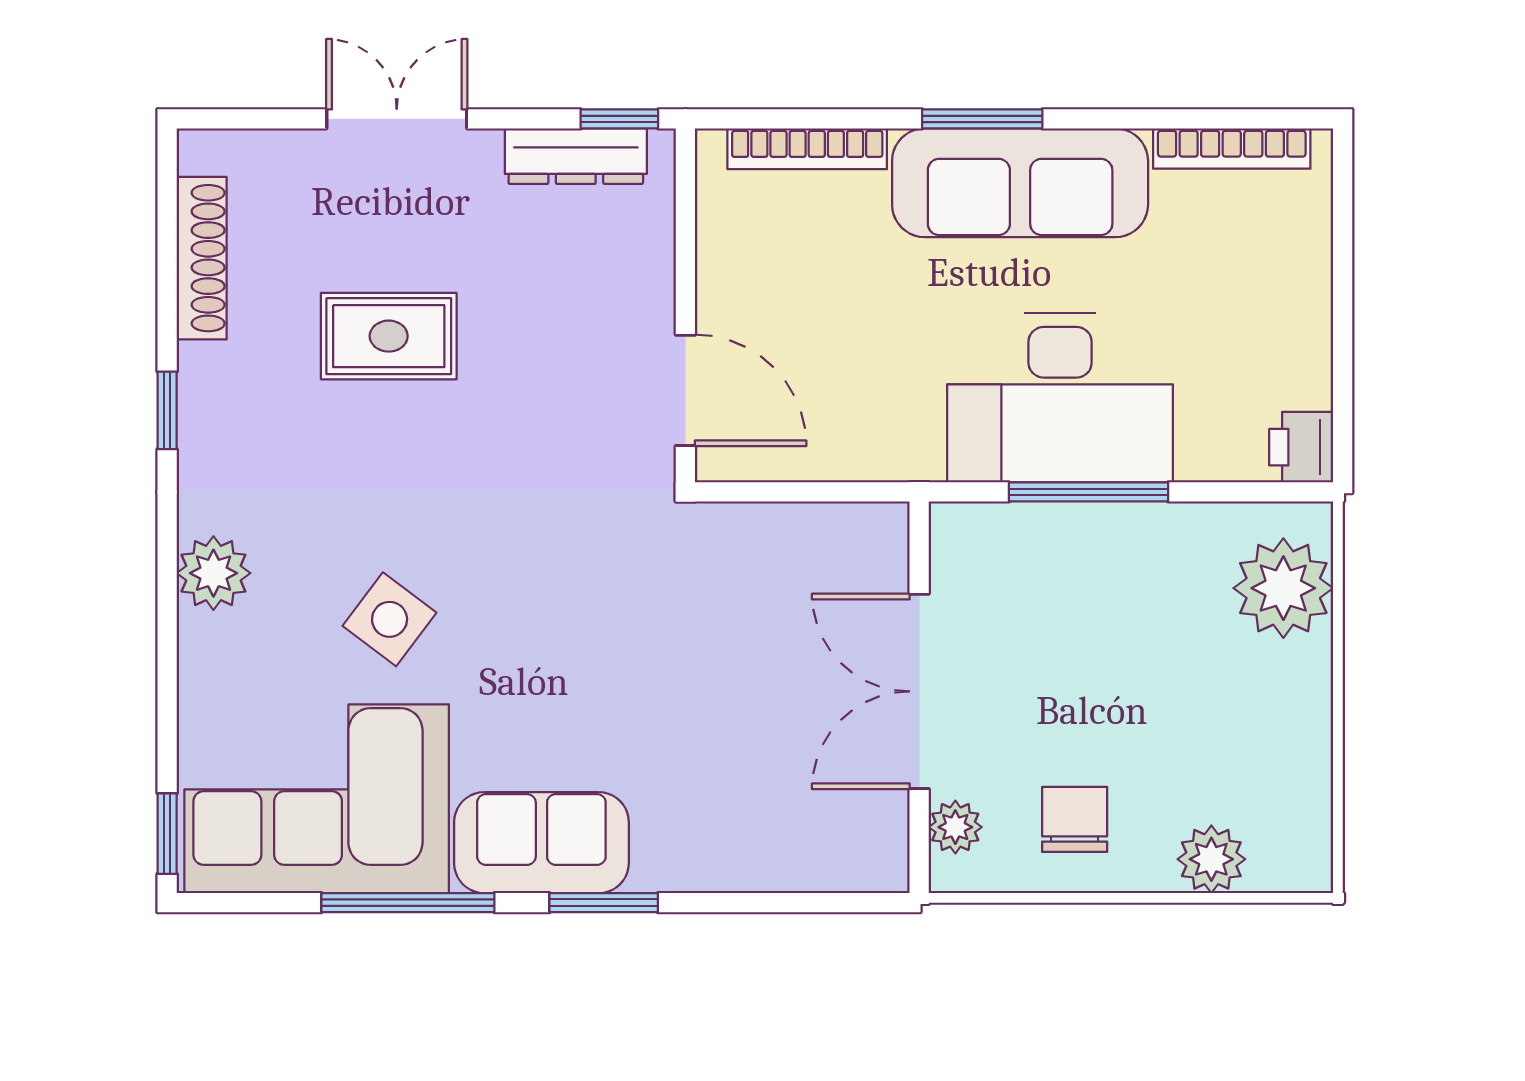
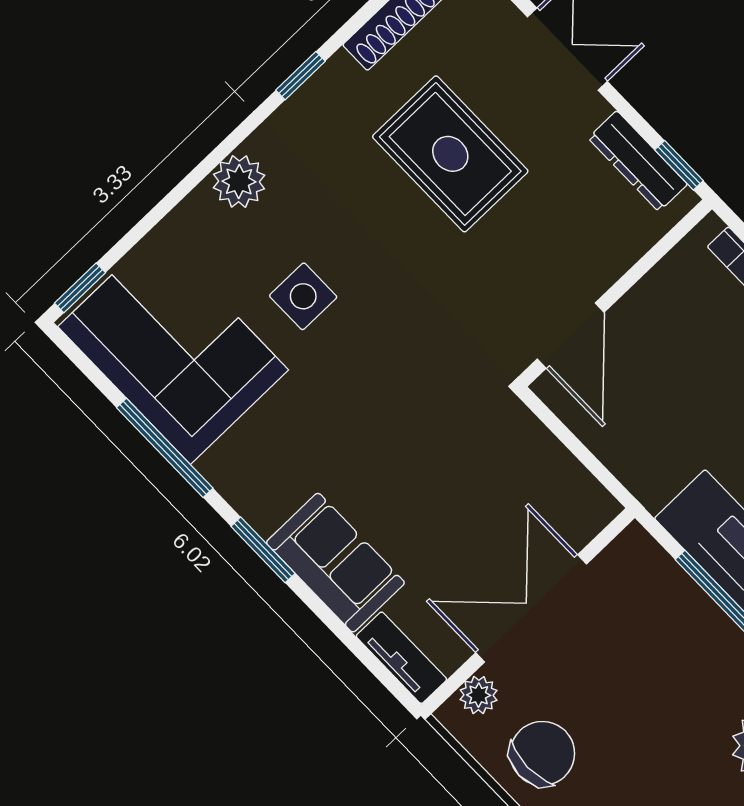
rug: (389, 336) -> (450, 154), width x1.36, depth x1.43
side table: (390, 619) -> (303, 296), turned -37
chair: (1075, 819) -> (542, 753), width x1.37, depth x1.37
sofa: (541, 843) -> (335, 563), moved
tv unit: (844, 868) -> (401, 658), added

